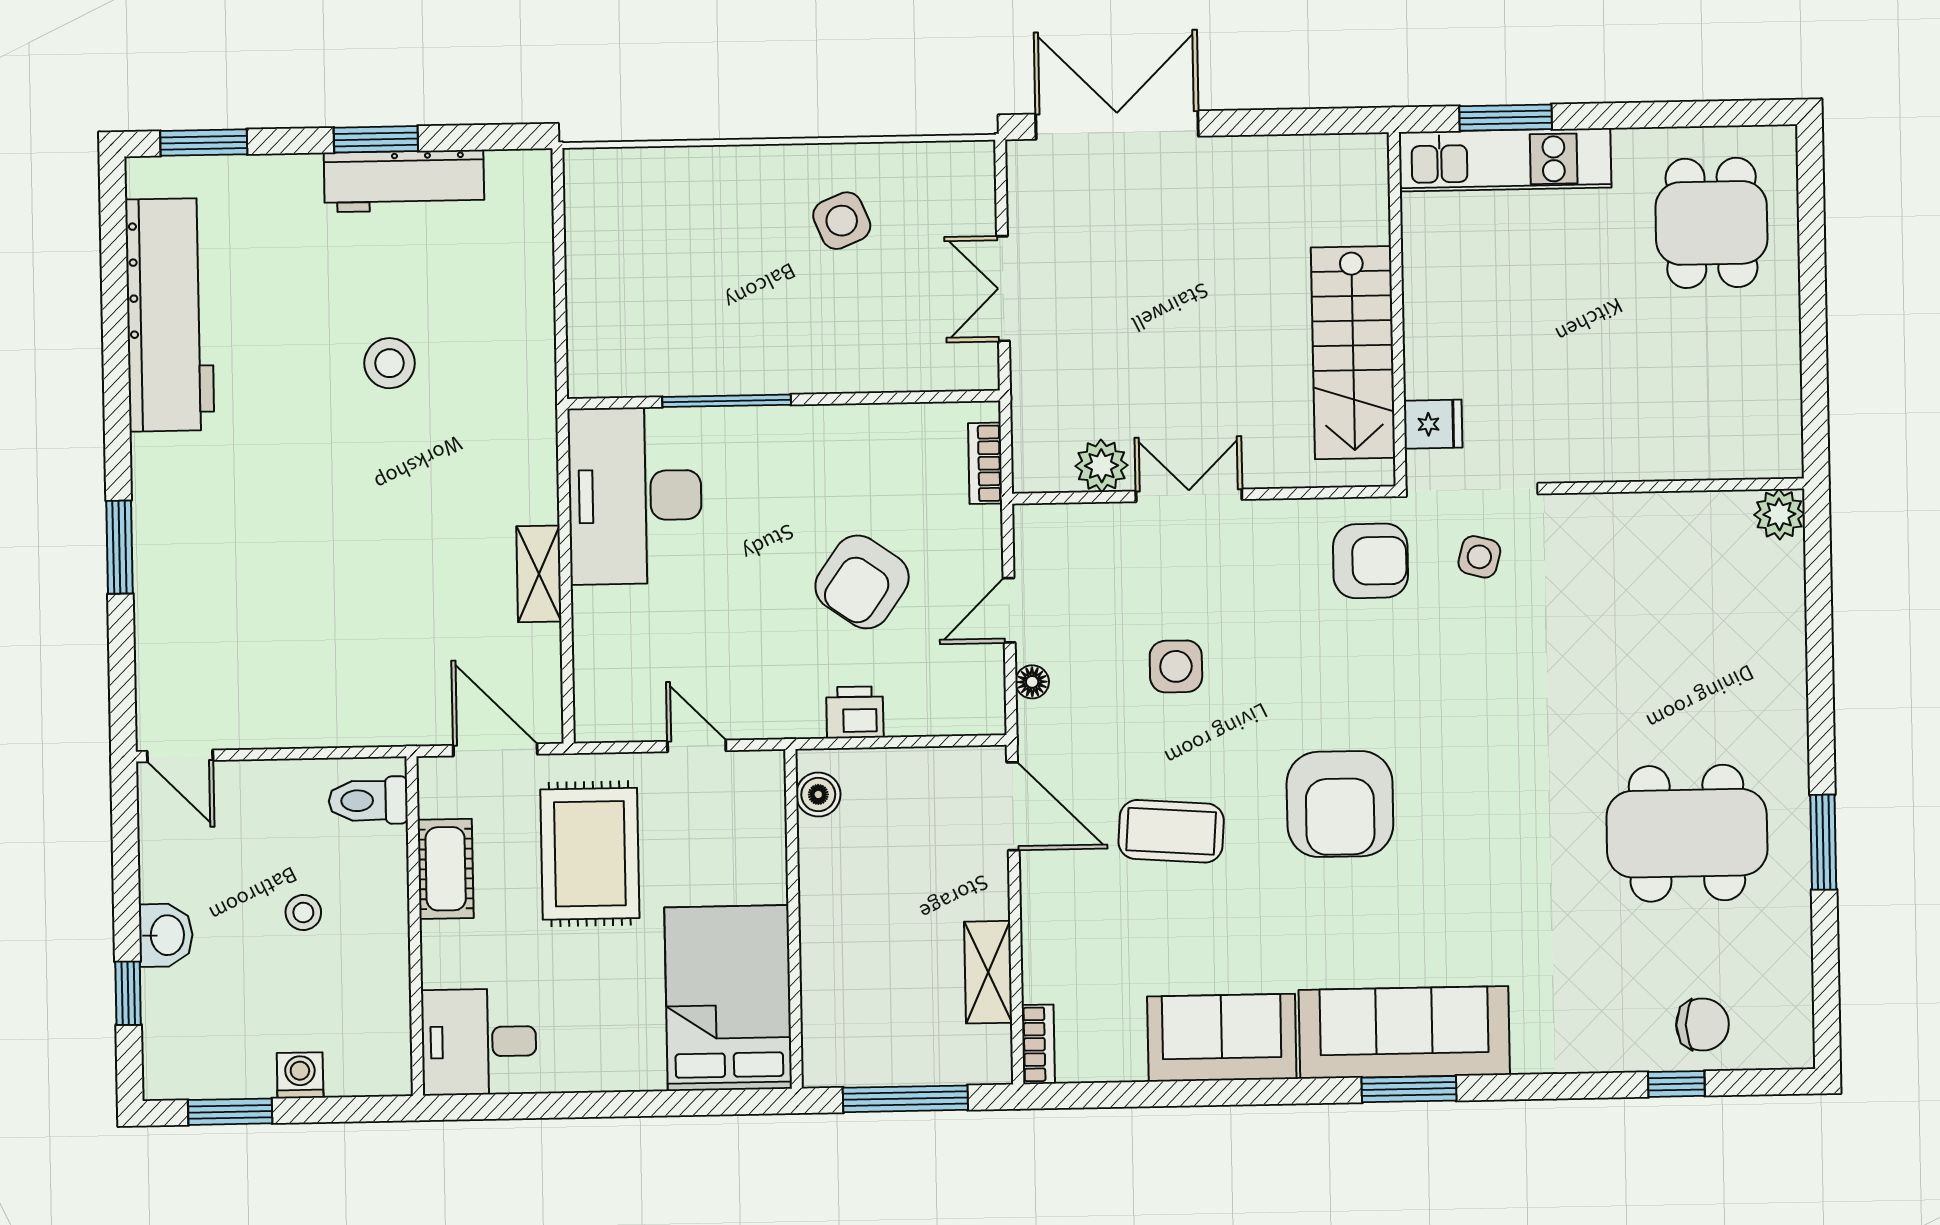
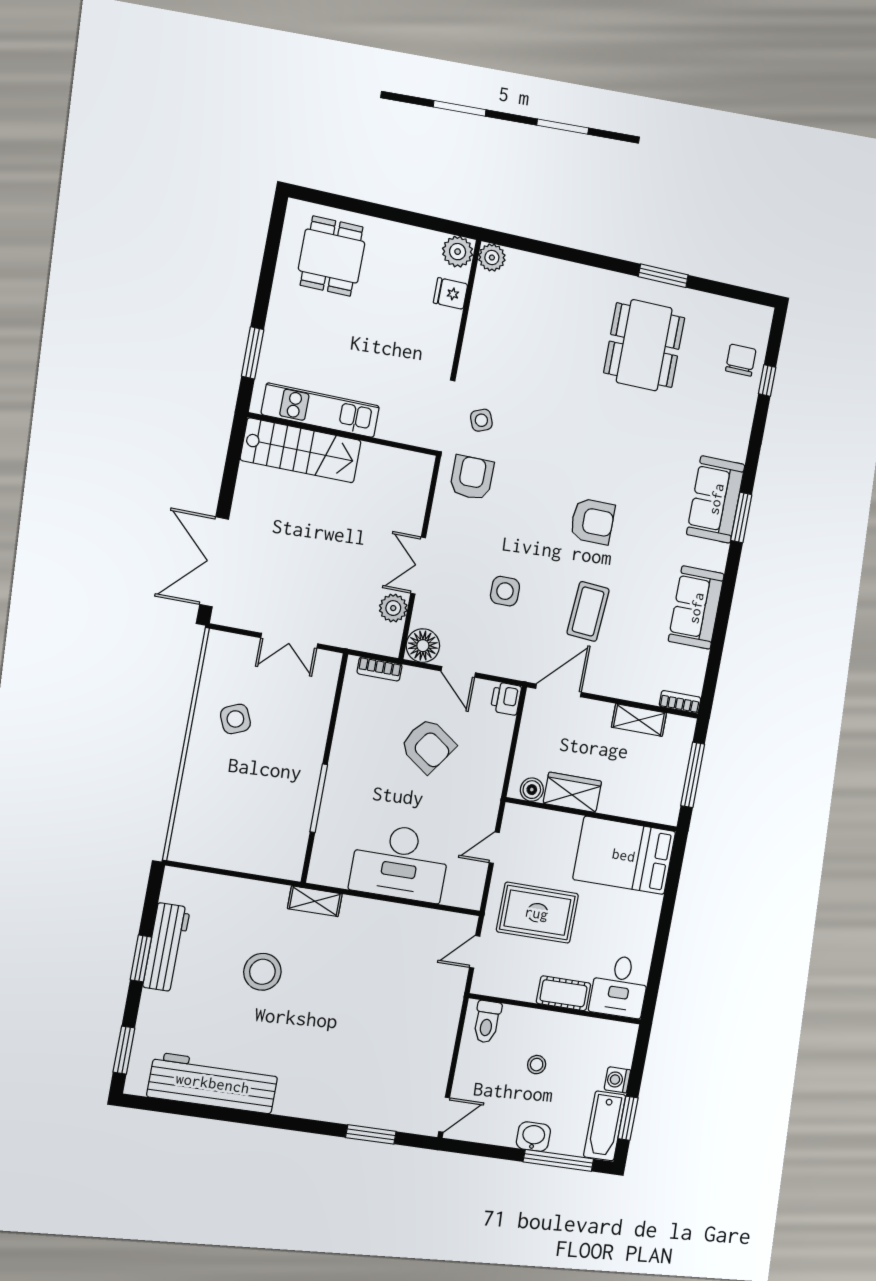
kitchen unit: (1505, 160) -> (320, 410), moved, turned -90
dining table: (1711, 223) -> (332, 256), turned 90
stairs: (1353, 353) -> (301, 450), moved
stool: (390, 363) -> (262, 972), width x1.38, depth x1.38
fridge: (1433, 424) -> (450, 293), moved, turned -90
plant: (1775, 449) -> (458, 252), added
desk: (635, 496) -> (400, 862), moved
window: (120, 547) -> (371, 1134), moved
side table: (1479, 557) -> (481, 420), turned -37
shelving: (539, 574) -> (315, 901), moved
floor lamp: (1032, 682) -> (423, 646), moved, width x1.89, depth x1.89
printer: (855, 712) -> (506, 699), moved
door: (495, 750) -> (475, 952), width x0.73
armchair: (1340, 804) -> (592, 521), width x0.73, depth x0.73
cot: (446, 869) -> (564, 993), moved
wardrobe: (828, 873) -> (572, 792), added
window: (128, 993) -> (558, 1160), width x2.17
sofa: (1404, 1032) -> (716, 499), width x0.73
bathtub: (208, 1069) -> (605, 1126), added

